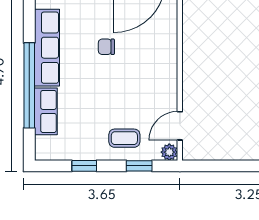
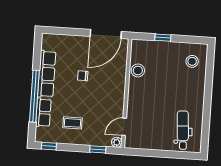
stool: (196, 32) -> (138, 70), added
coffee table: (124, 138) -> (72, 123), moved
window: (84, 166) -> (49, 146), moved

